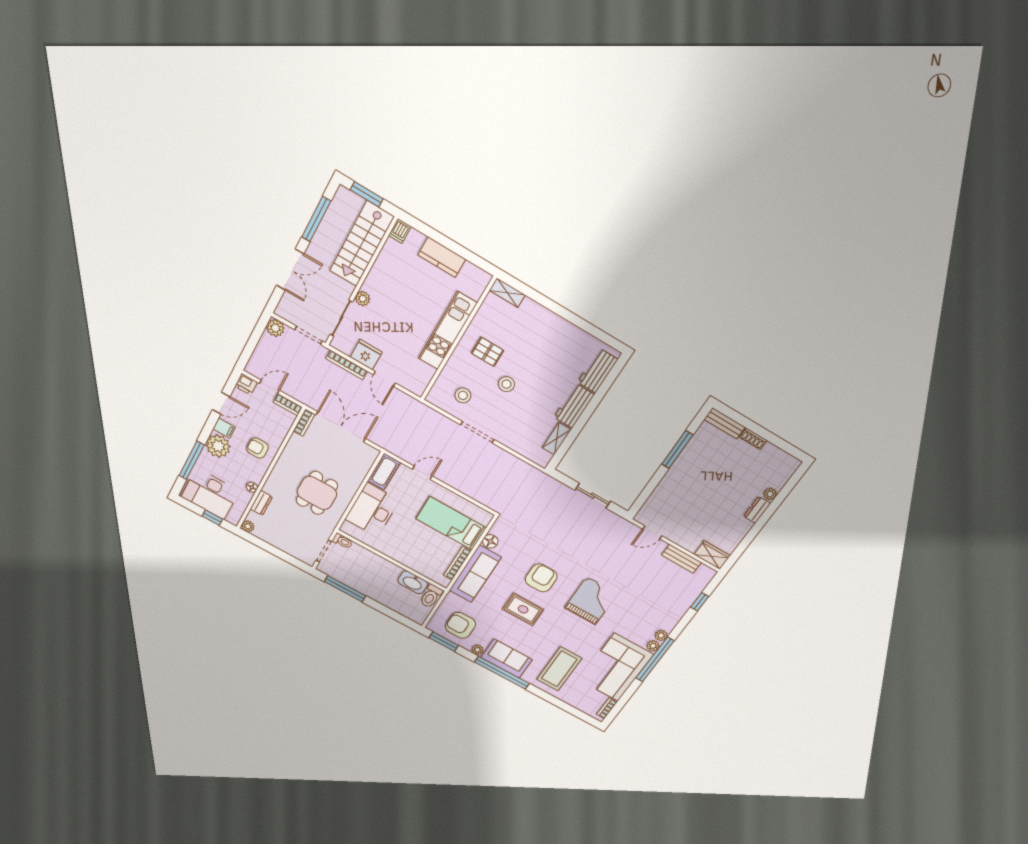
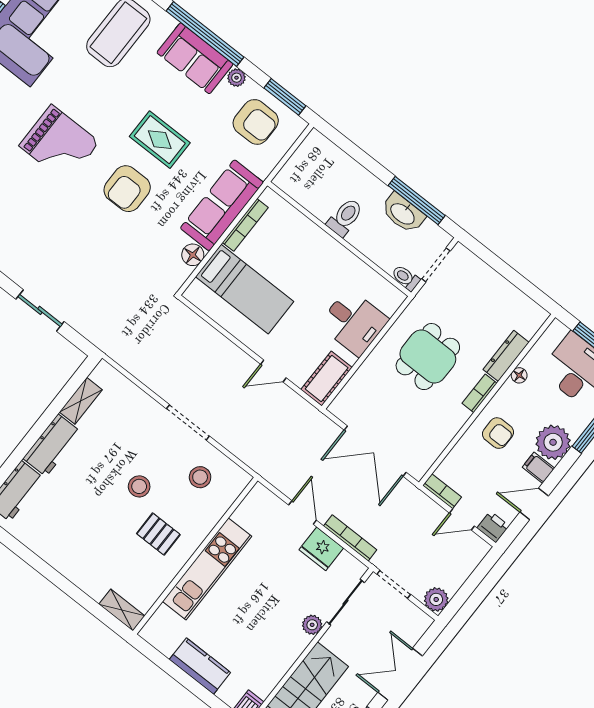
bookcase: (304, 423) -> (480, 393), moved
dresser: (261, 503) -> (506, 356), width x1.44
desk: (372, 510) -> (354, 322), width x0.73
plant: (248, 526) -> (539, 316), removed
washbasin: (413, 582) -> (403, 213), moved, turned 180
toilet: (431, 596) -> (345, 217), moved
grand piano: (591, 601) -> (59, 144), turned -90

